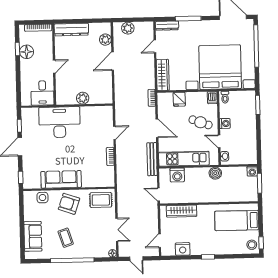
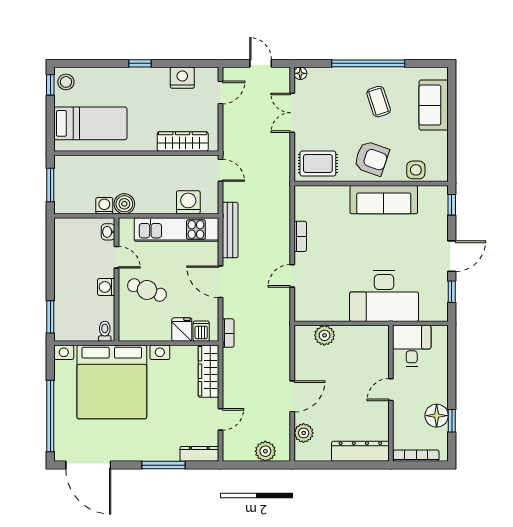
plant: (83, 98) -> (324, 335), moved
dishwasher: (212, 98) -> (201, 331), moved
washing machine: (252, 171) -> (104, 206), moved

